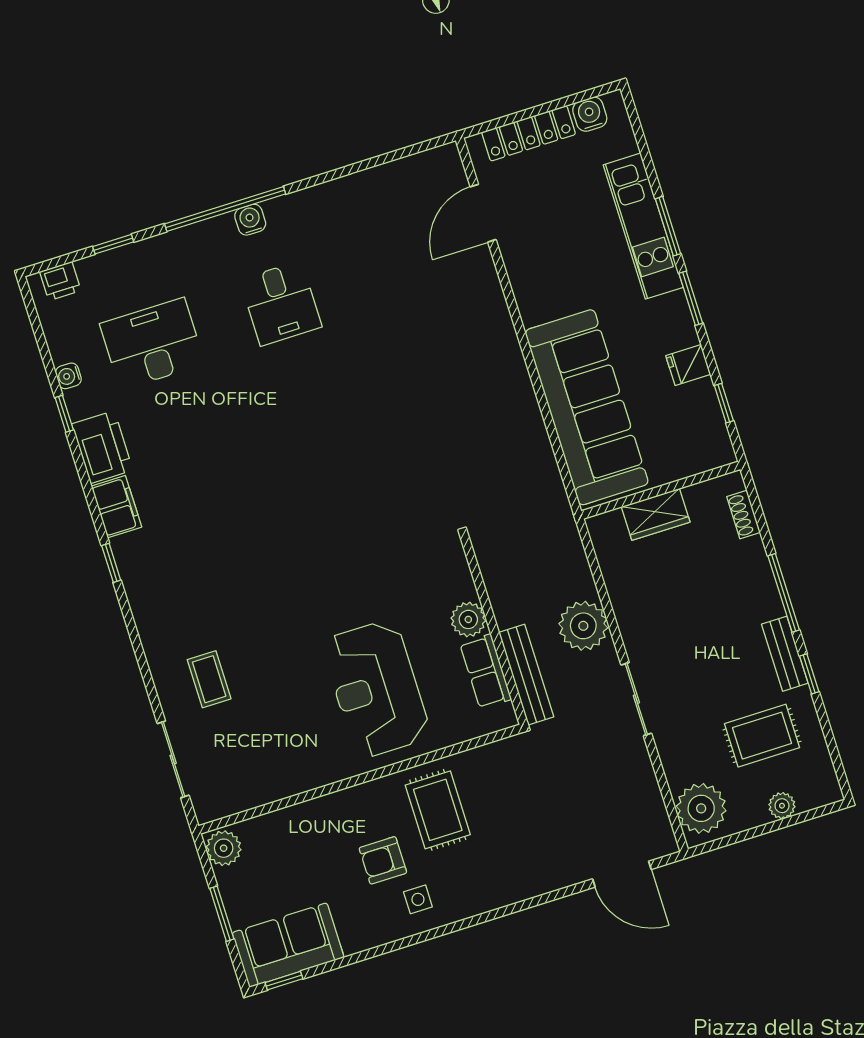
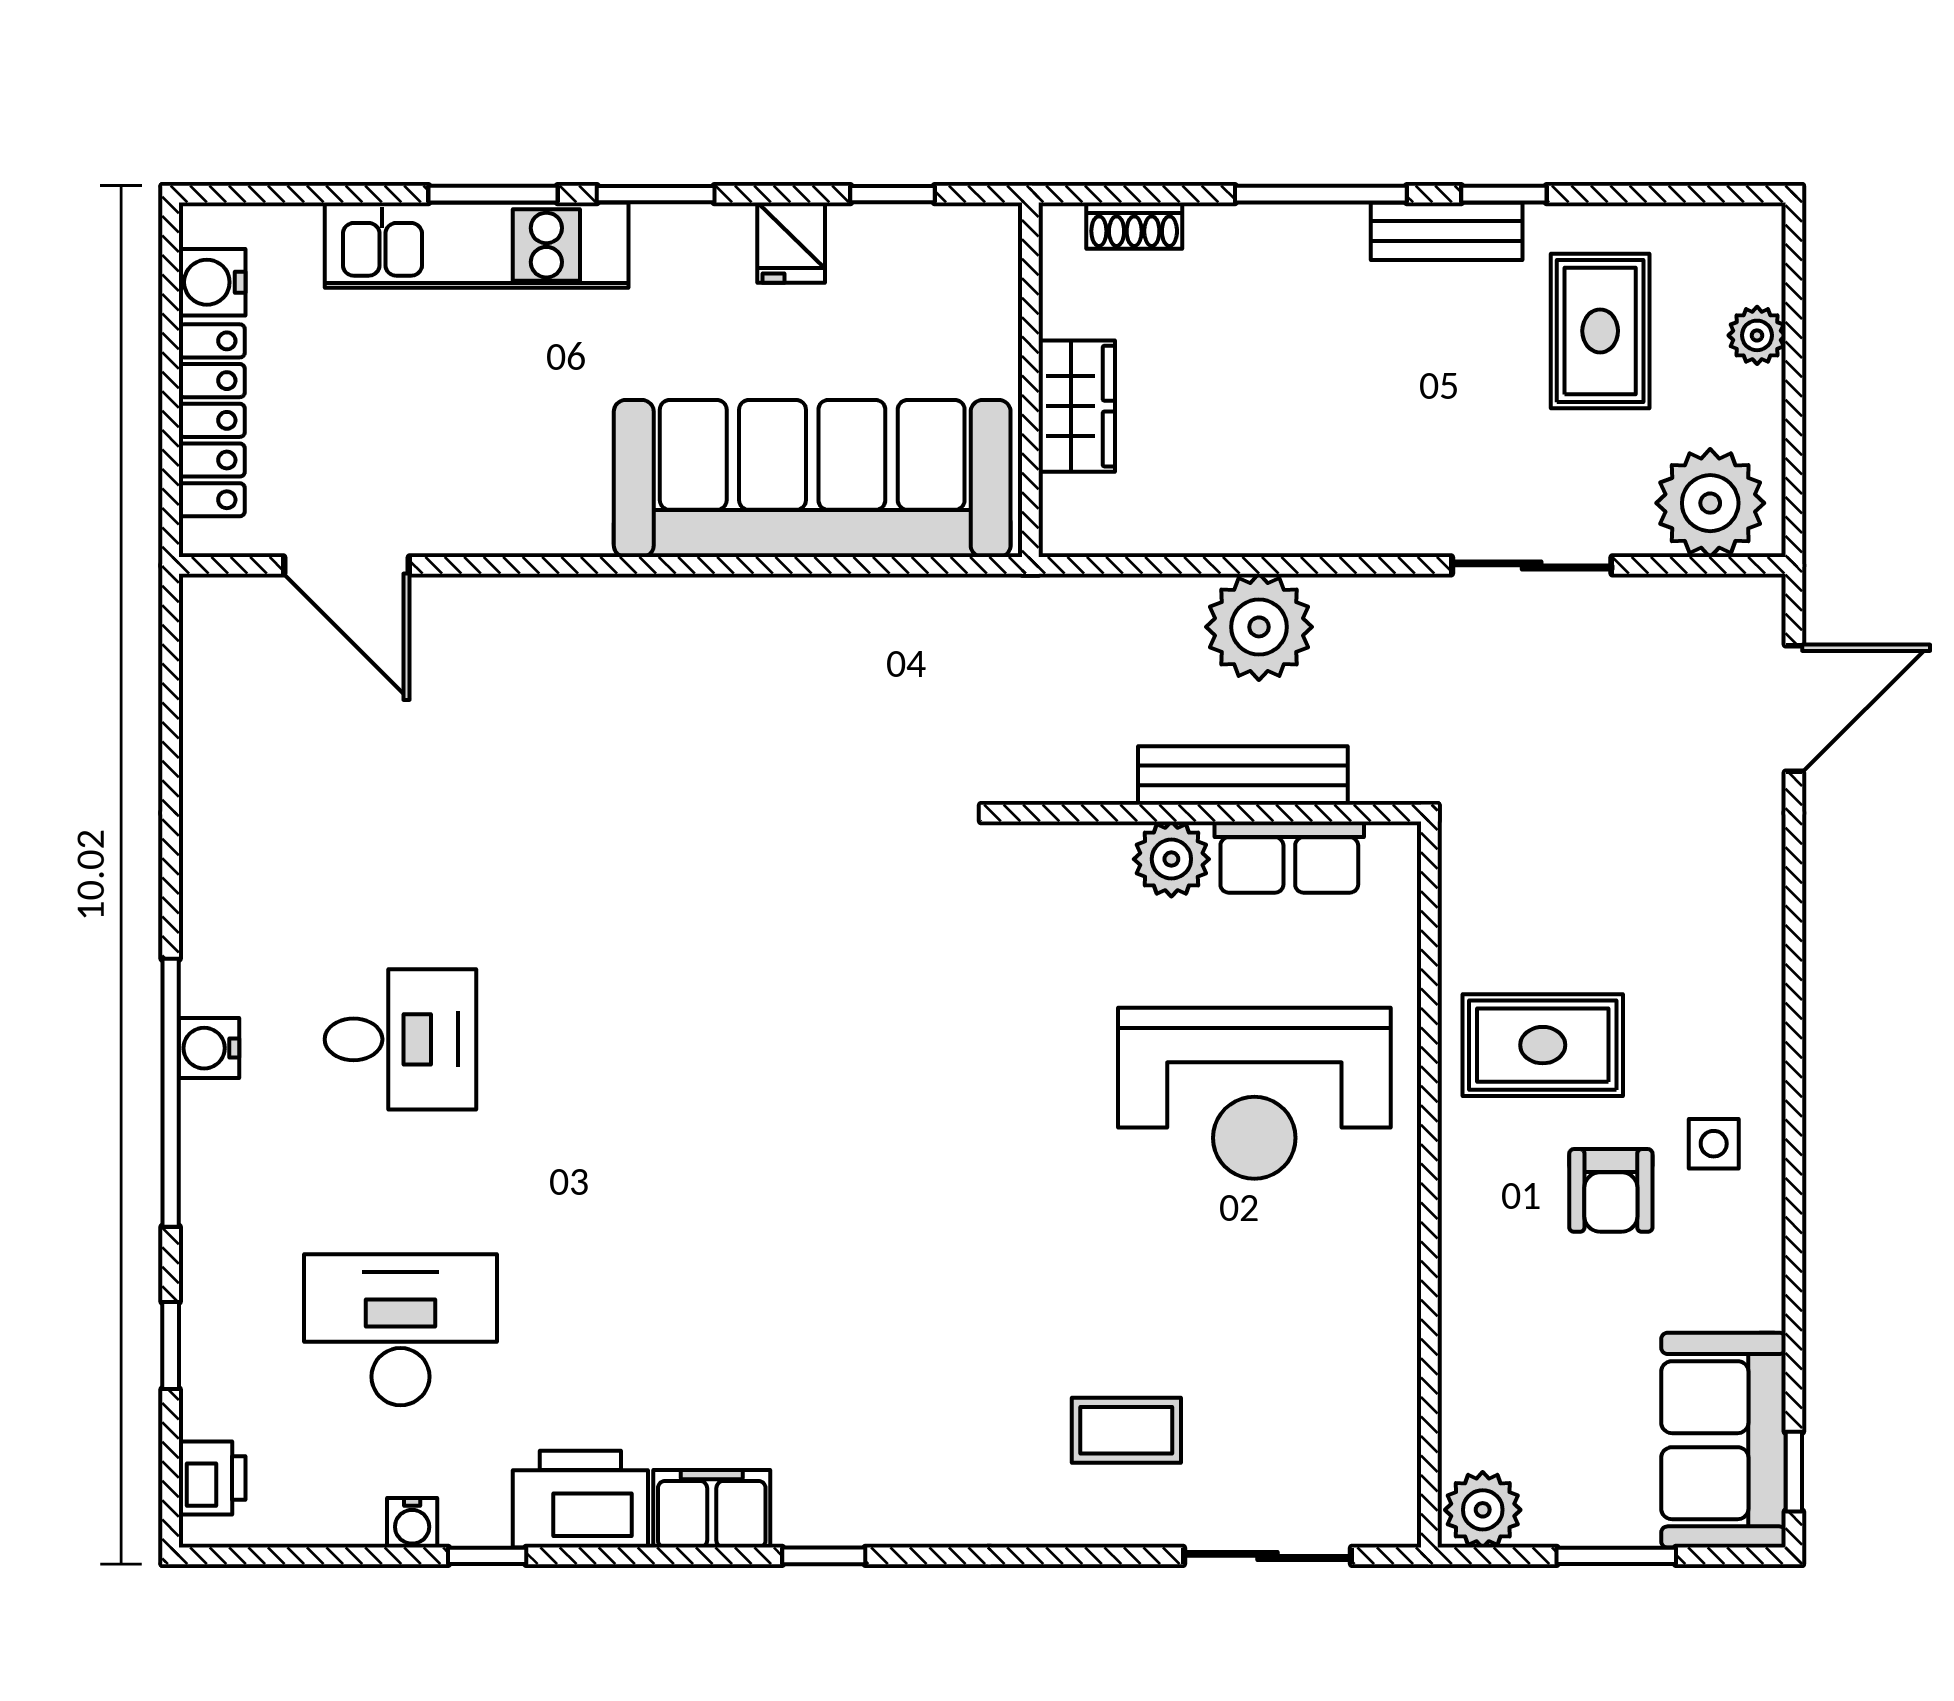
desk: (152, 344) -> (400, 1330), turned 90
bench: (526, 675) -> (1243, 776), moved
sliding door: (636, 699) -> (1532, 565), moved

